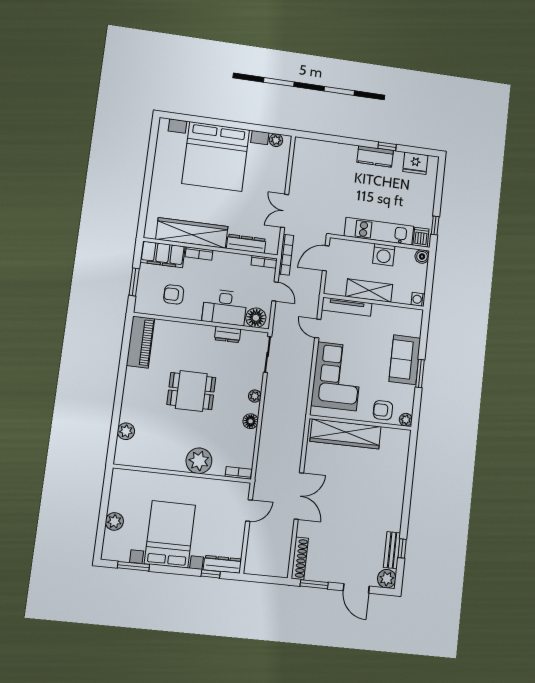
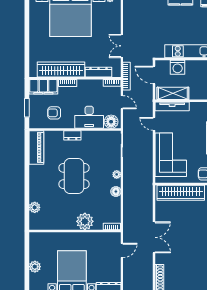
washing machine: (384, 255) -> (178, 67), moved
door: (326, 258) -> (154, 75), hinge flipped
shelving: (369, 291) -> (173, 93), moved
dresser: (228, 334) -> (72, 135), moved
dining table: (191, 391) -> (74, 176), width x1.38

